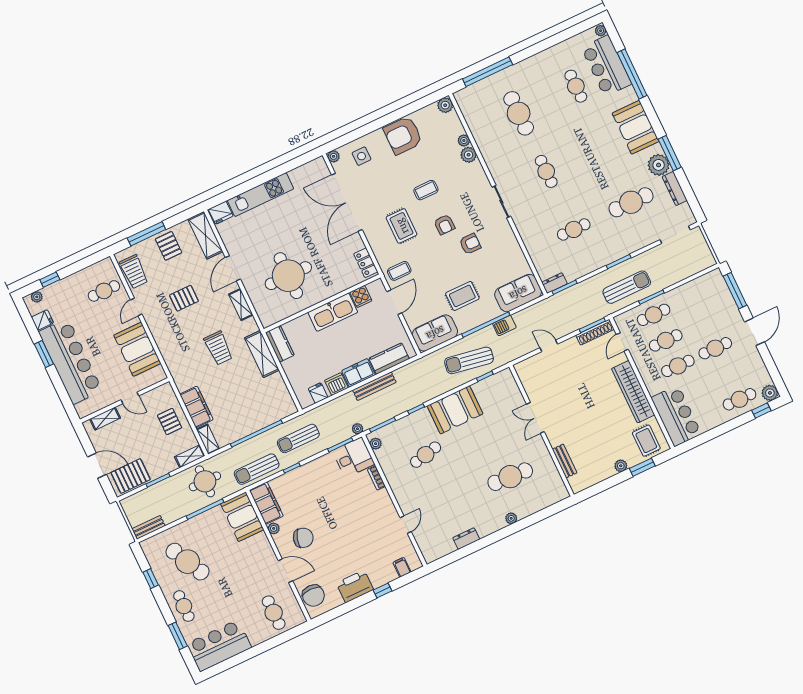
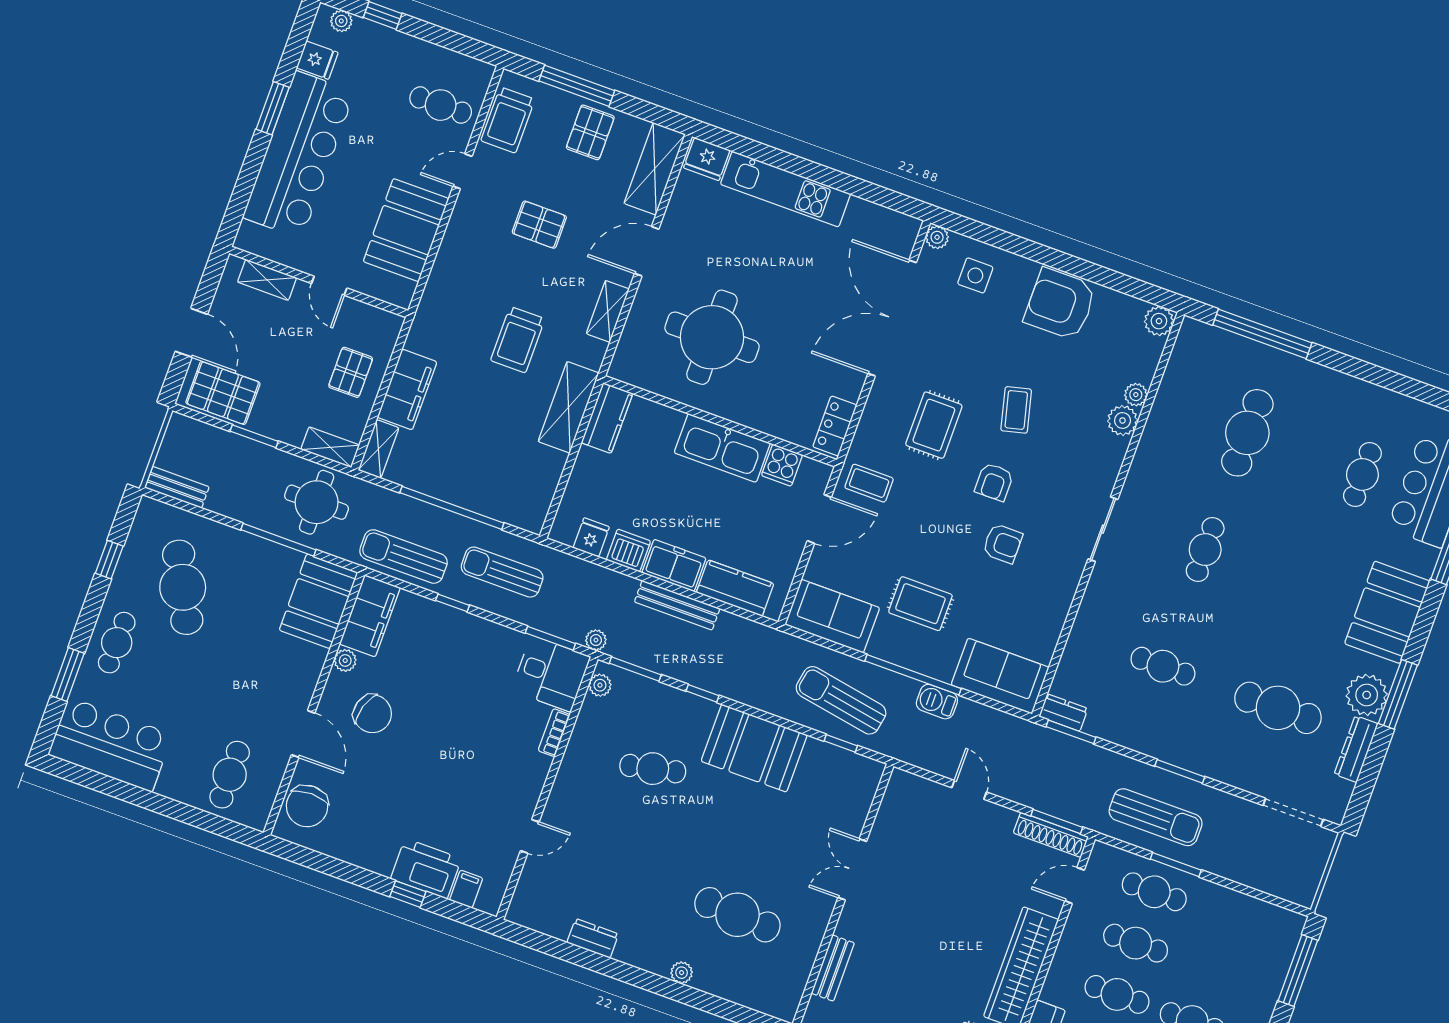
coffee table: (426, 190) -> (1016, 410), turned 76
printer: (355, 586) -> (426, 869), moved

